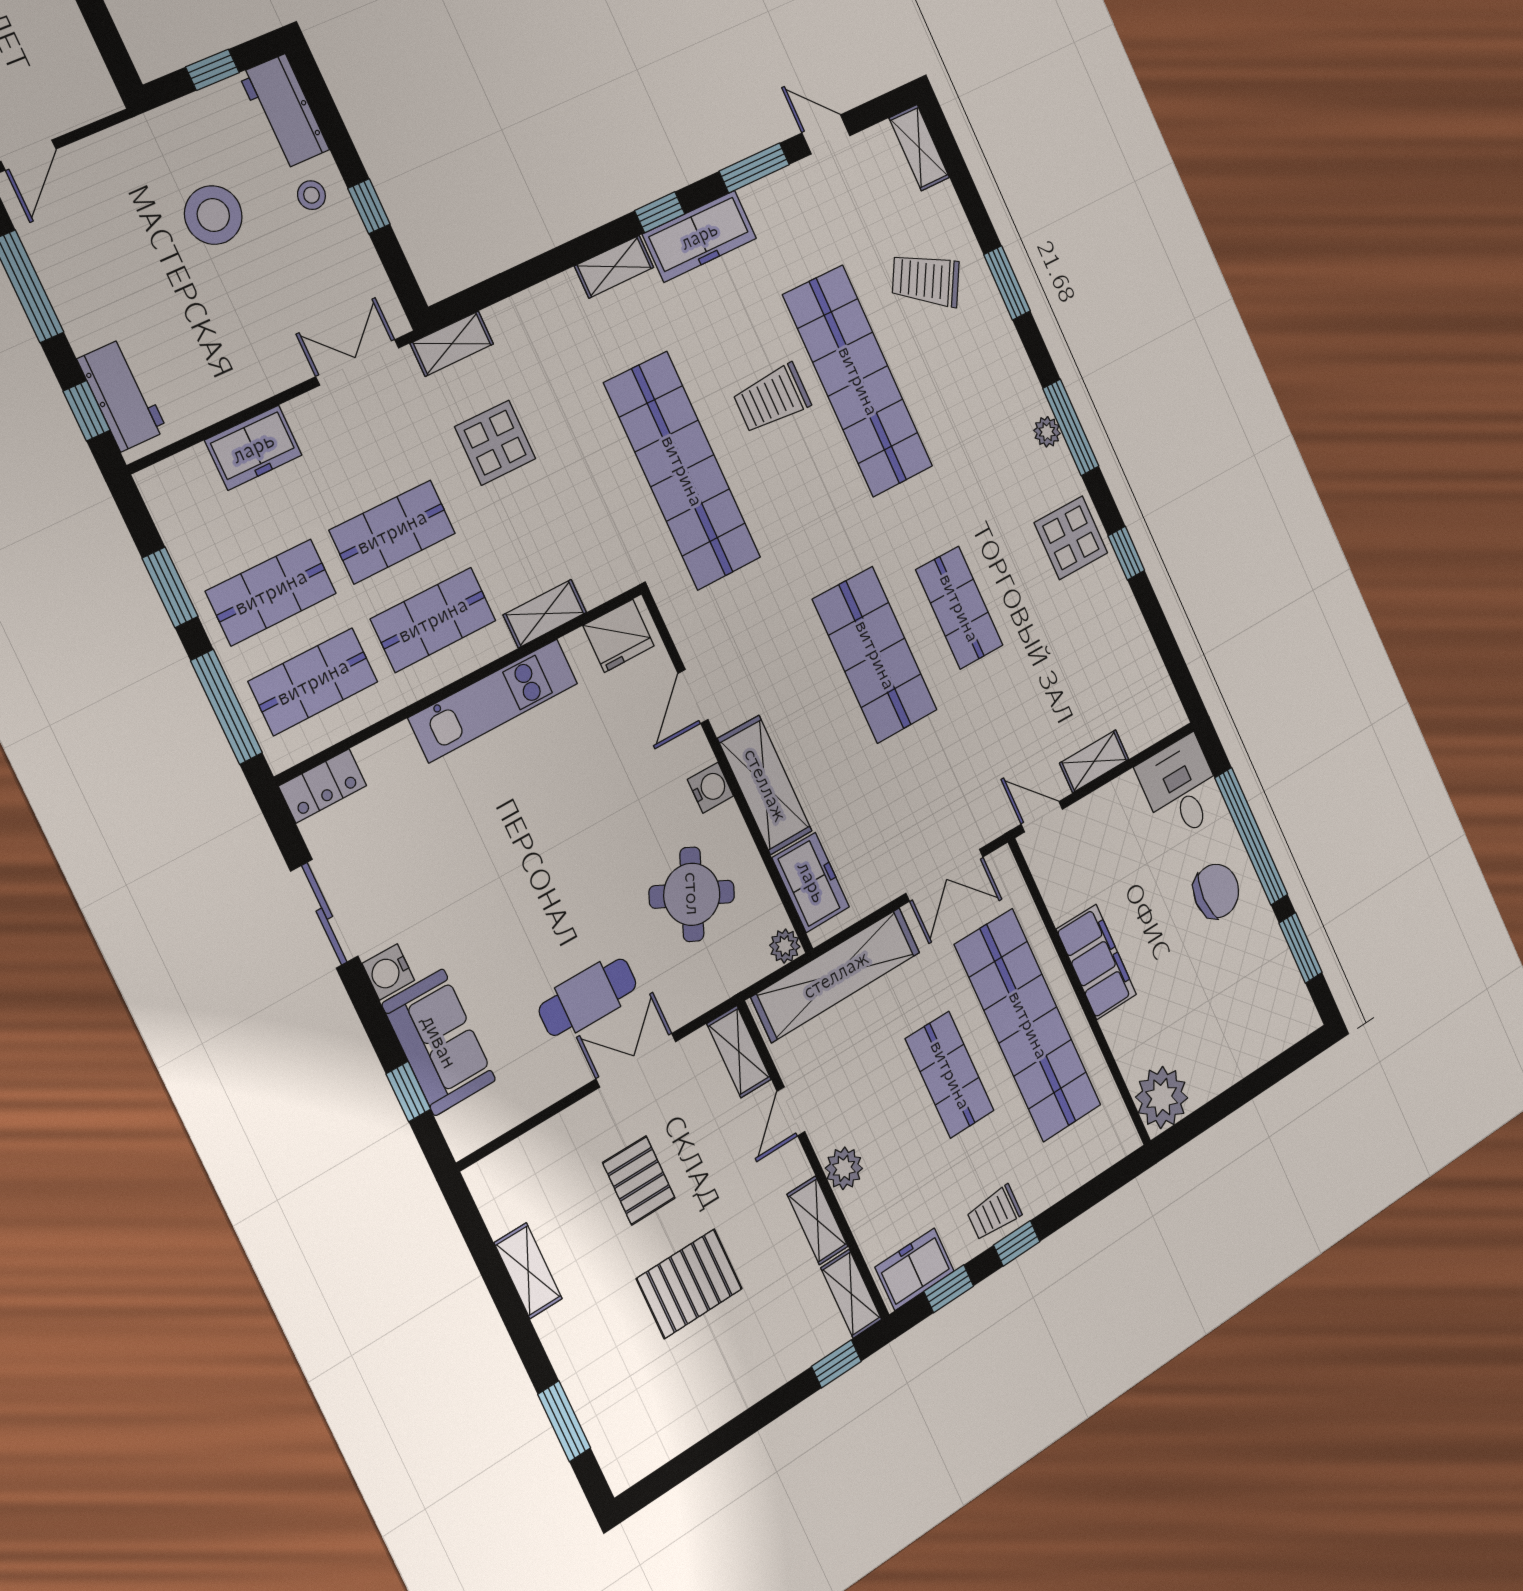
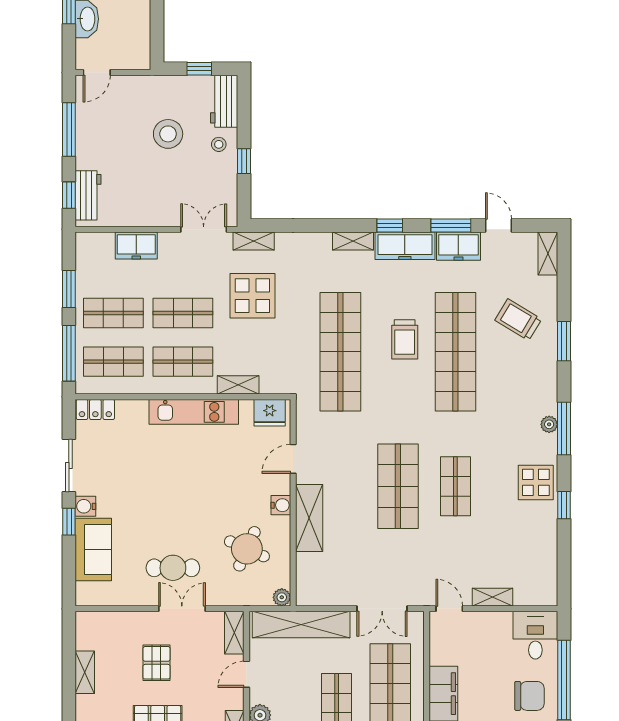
trolley: (772, 398) -> (405, 339), turned -90
display table: (495, 443) -> (252, 296), width x1.36, depth x1.36
freezer: (811, 882) -> (458, 246), moved, turned 90
window: (408, 1091) -> (69, 522), moved

